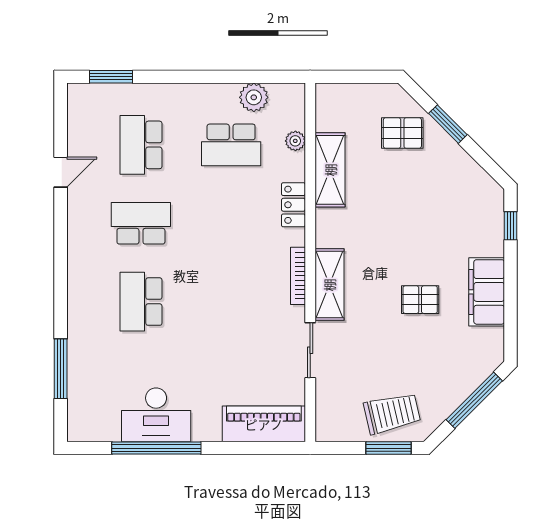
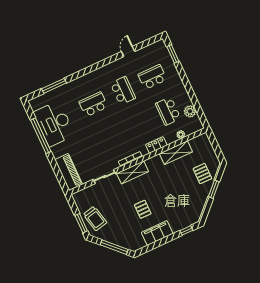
door: (61, 172) -> (128, 52), swing flipped
desk: (156, 415) -> (54, 124), width x1.36, depth x1.30

